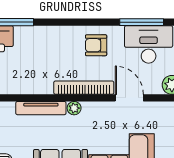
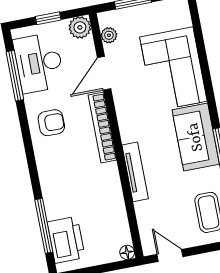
armchair: (96, 45) -> (51, 123), turned -90
plant: (74, 108) -> (109, 35), moved

